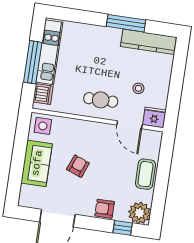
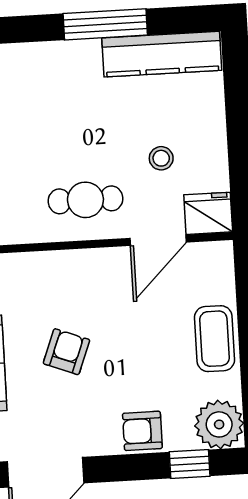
door: (129, 125) -> (158, 240), hinge flipped

